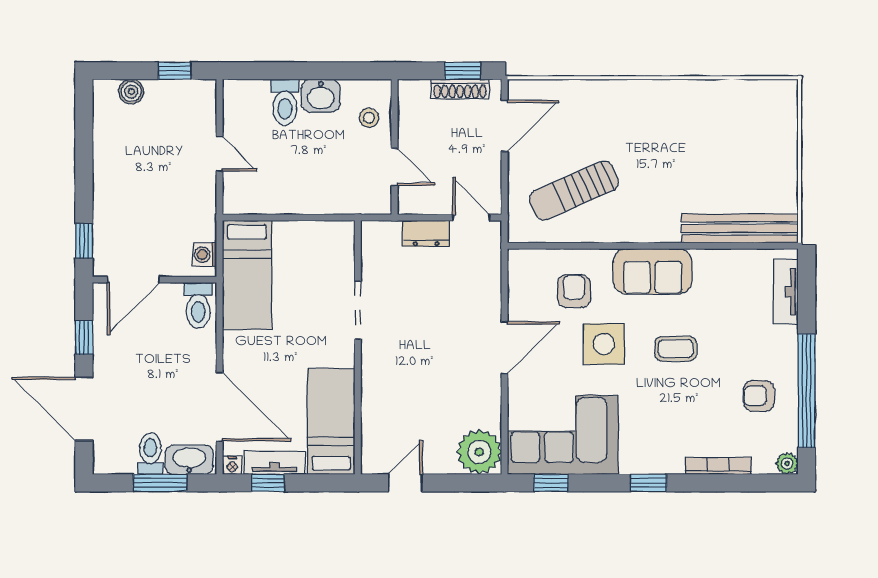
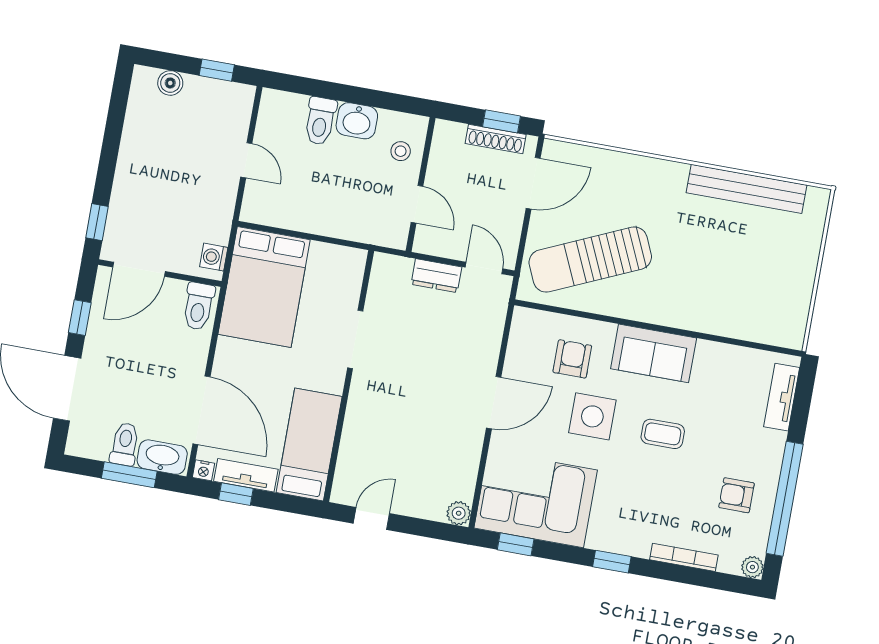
sun lounger: (574, 191) -> (590, 260), width x1.36, depth x1.34
bench: (740, 228) -> (746, 189), moved
bed: (247, 275) -> (264, 287), width x1.50
plant: (479, 452) -> (459, 513), width x0.53, depth x0.53

